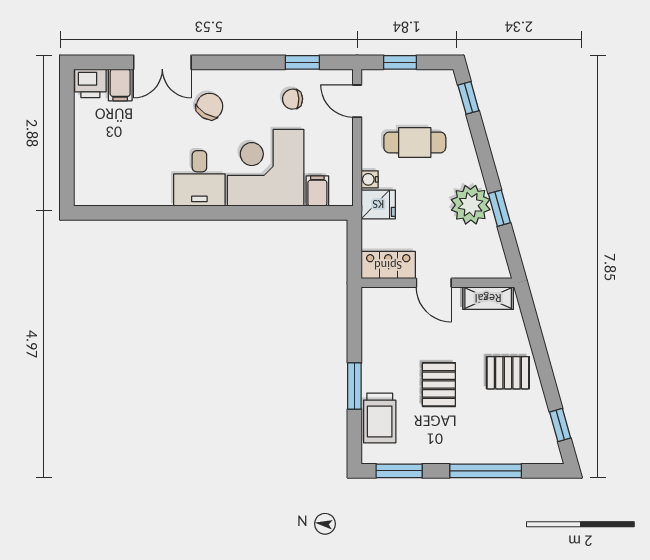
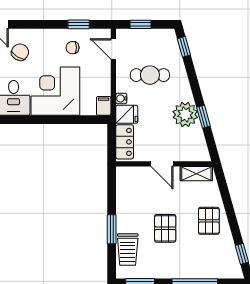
filing cabinet: (317, 191) -> (104, 106), moved
locker: (388, 265) -> (125, 142), moved, turned 90
pallet: (508, 373) -> (209, 221), turned 90

